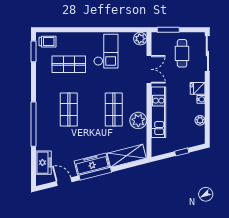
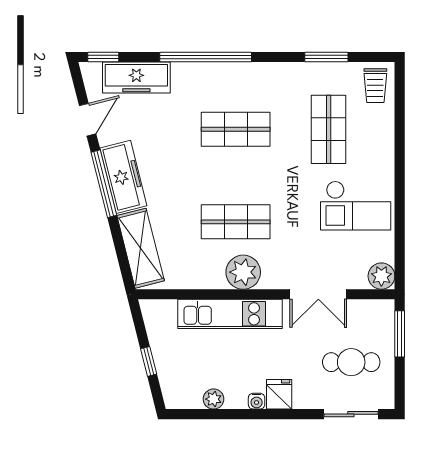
window: (34, 51) -> (326, 57), moved
sliding door: (207, 53) -> (351, 414), width x0.73
plant: (138, 120) -> (243, 272), moved
freezer: (44, 163) -> (136, 77), width x1.40
window: (34, 174) -> (103, 57), added

